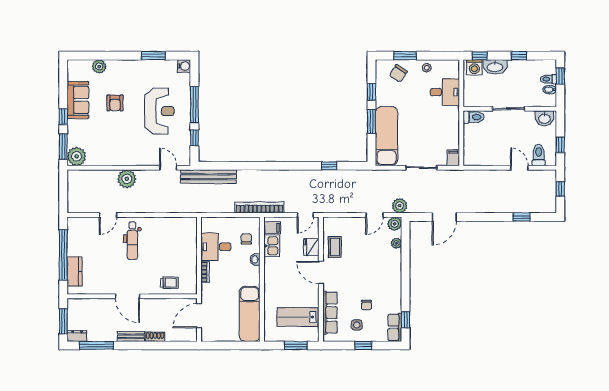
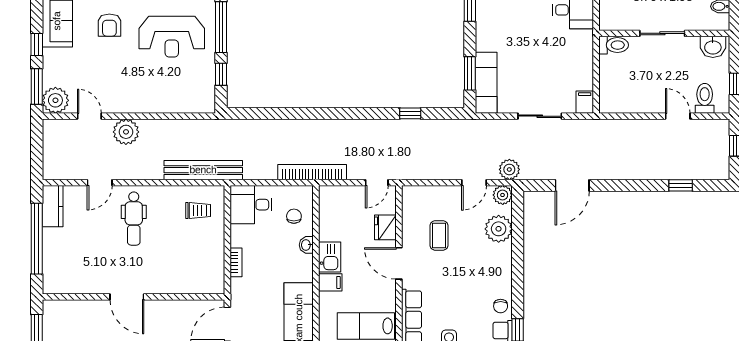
reception desk: (159, 111) -> (172, 37), turned 90
window: (371, 122) -> (470, 73), moved
exam couch: (386, 136) -> (486, 83), width x0.73, depth x0.69
door: (168, 168) -> (89, 116), moved
bench: (208, 177) -> (203, 170), moved
filing cabinet: (272, 228) -> (330, 282), moved
plant: (396, 243) -> (499, 229), width x1.87, depth x1.87
kitchen sink: (272, 246) -> (330, 257), moved
desk: (216, 247) -> (251, 205), moved
coffee table: (335, 247) -> (439, 235), moved
kitchen counter: (75, 271) -> (53, 206), moved
trolley: (169, 283) -> (198, 211), moved
chair: (367, 305) -> (501, 306), moved

